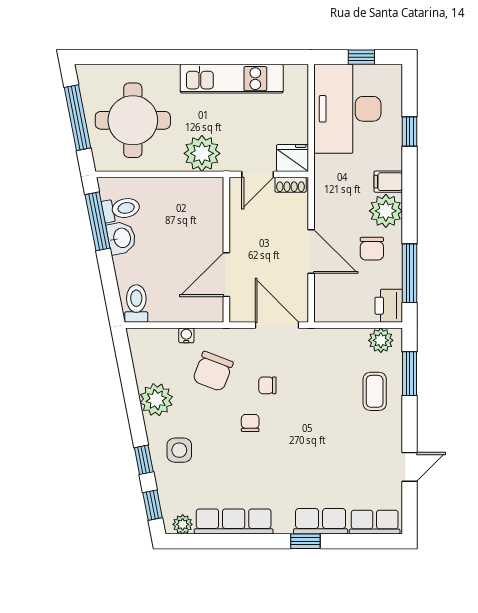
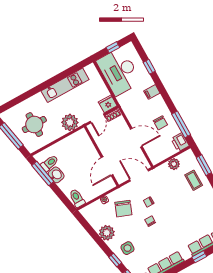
round table: (133, 120) -> (34, 125), width x0.73, depth x0.73
plant: (386, 211) -> (157, 104), removed
plant: (381, 340) -> (174, 164), moved

